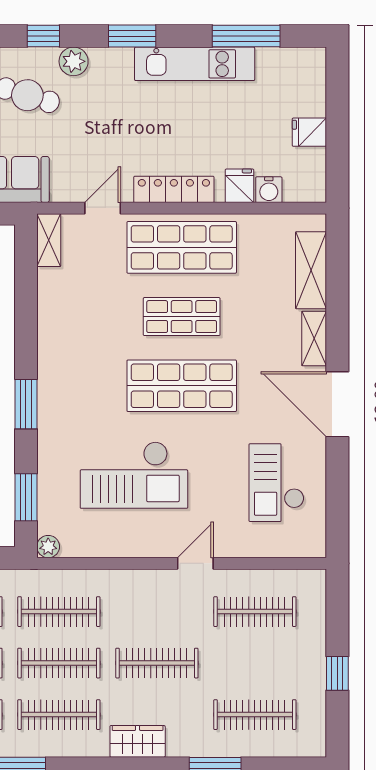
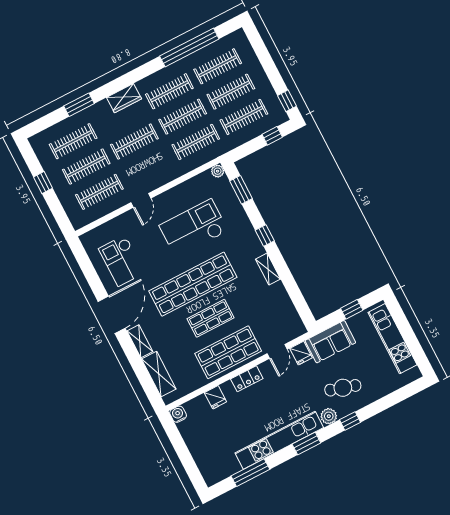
kitchen unit: (195, 64) -> (279, 440), width x1.36
fridge: (309, 132) -> (301, 353), moved, turned 90
locker: (174, 189) -> (247, 379), width x0.66
water cooler: (269, 190) -> (178, 414), moved
shelving: (49, 240) -> (268, 269), moved
shop shelf: (182, 386) -> (193, 284), width x1.40
window: (26, 404) -> (265, 235), width x0.67
door: (337, 404) -> (112, 315), hinge flipped
checkout: (277, 483) -> (122, 261), turned 180
clothes rail: (255, 663) -> (86, 167), added

